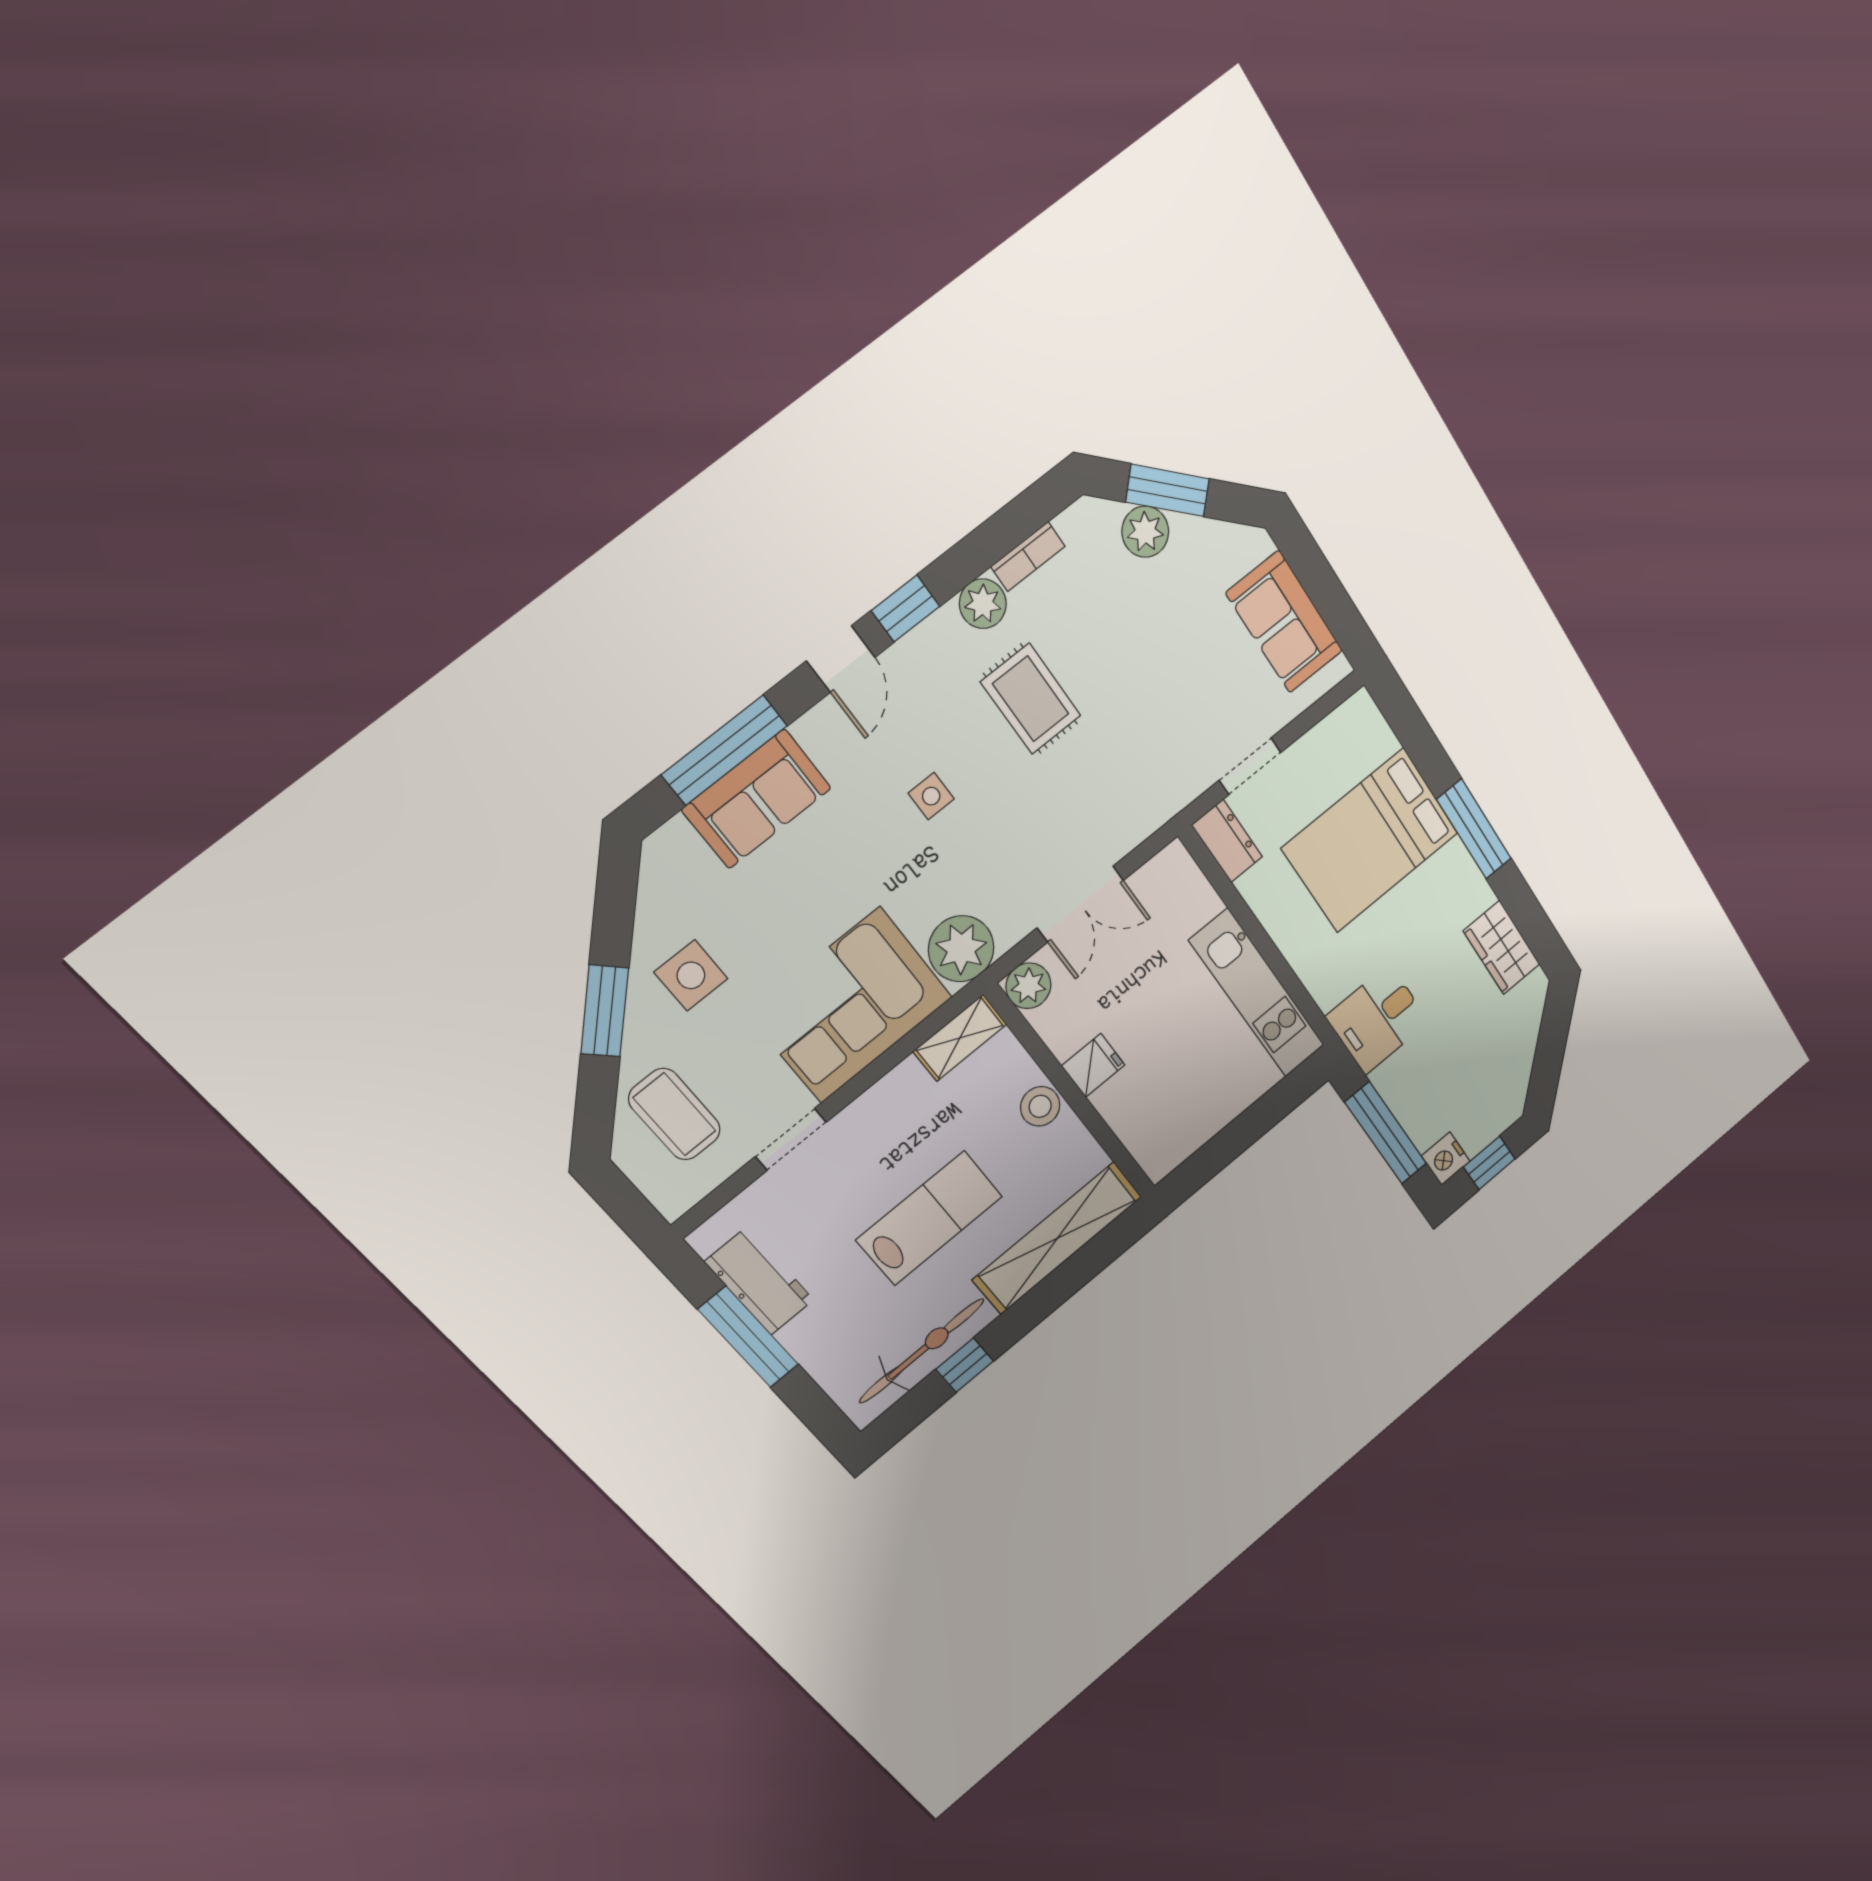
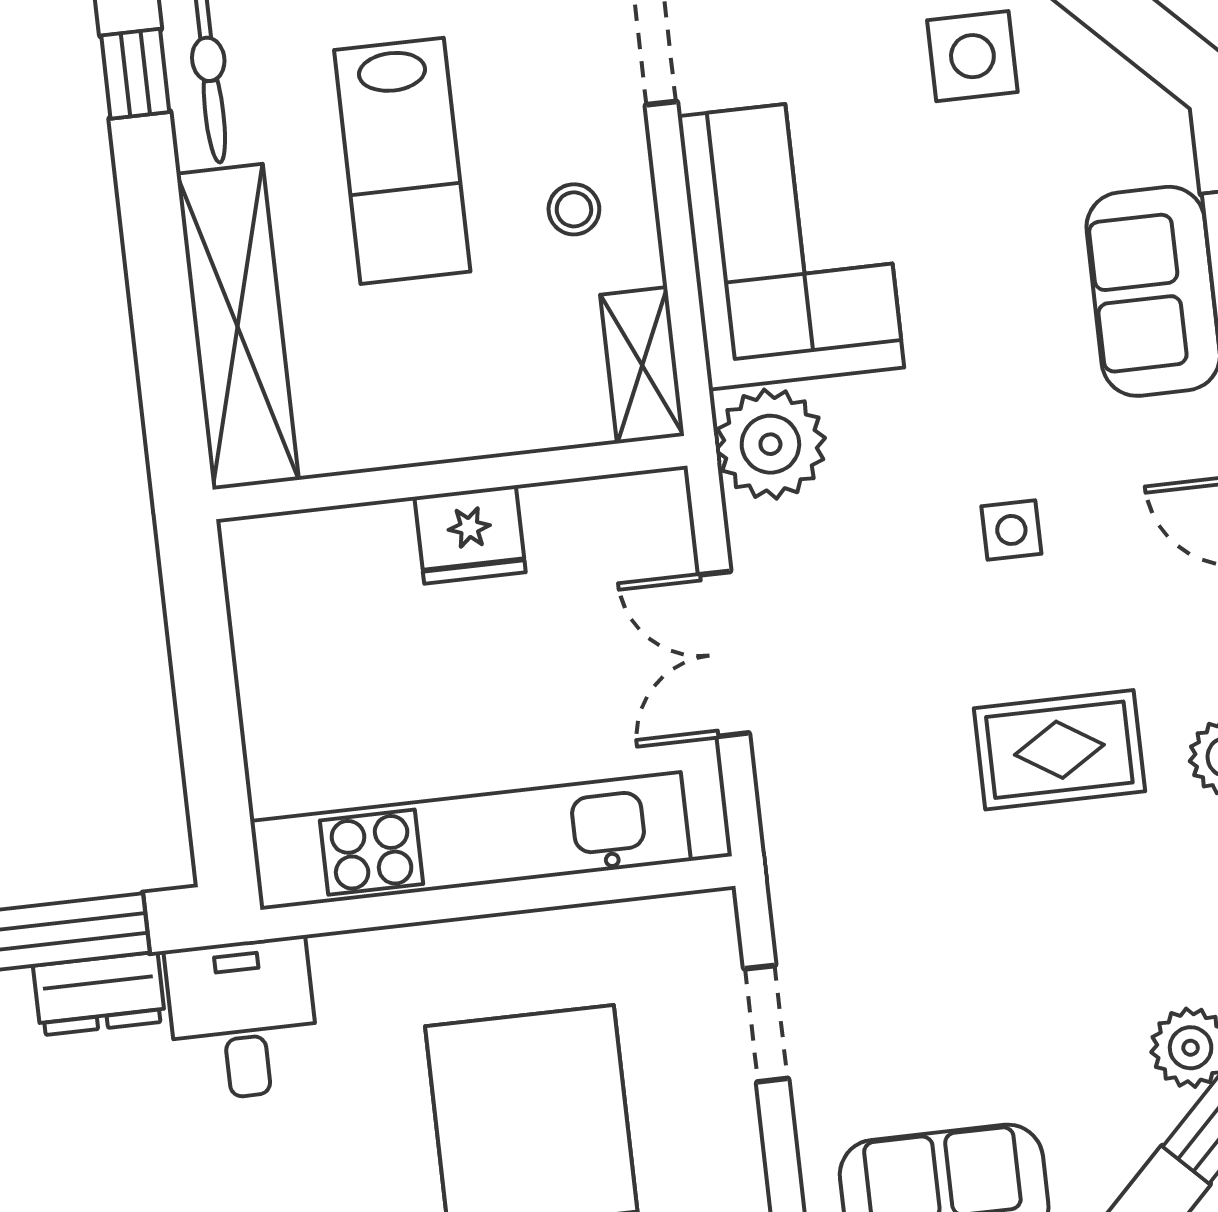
dresser: (1227, 841) -> (99, 994), moved
plant: (1028, 986) -> (653, 509), removed
kitchen unit: (1257, 993) -> (471, 841), width x1.36
fridge: (1093, 1065) -> (470, 535), width x1.38
stool: (1040, 1106) -> (574, 209), moved, width x0.73, depth x0.73

